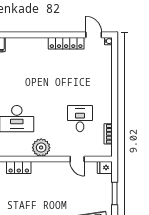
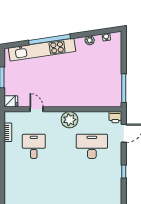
desk: (80, 119) -> (34, 146), turned 180
locker: (19, 167) -> (90, 101), removed

